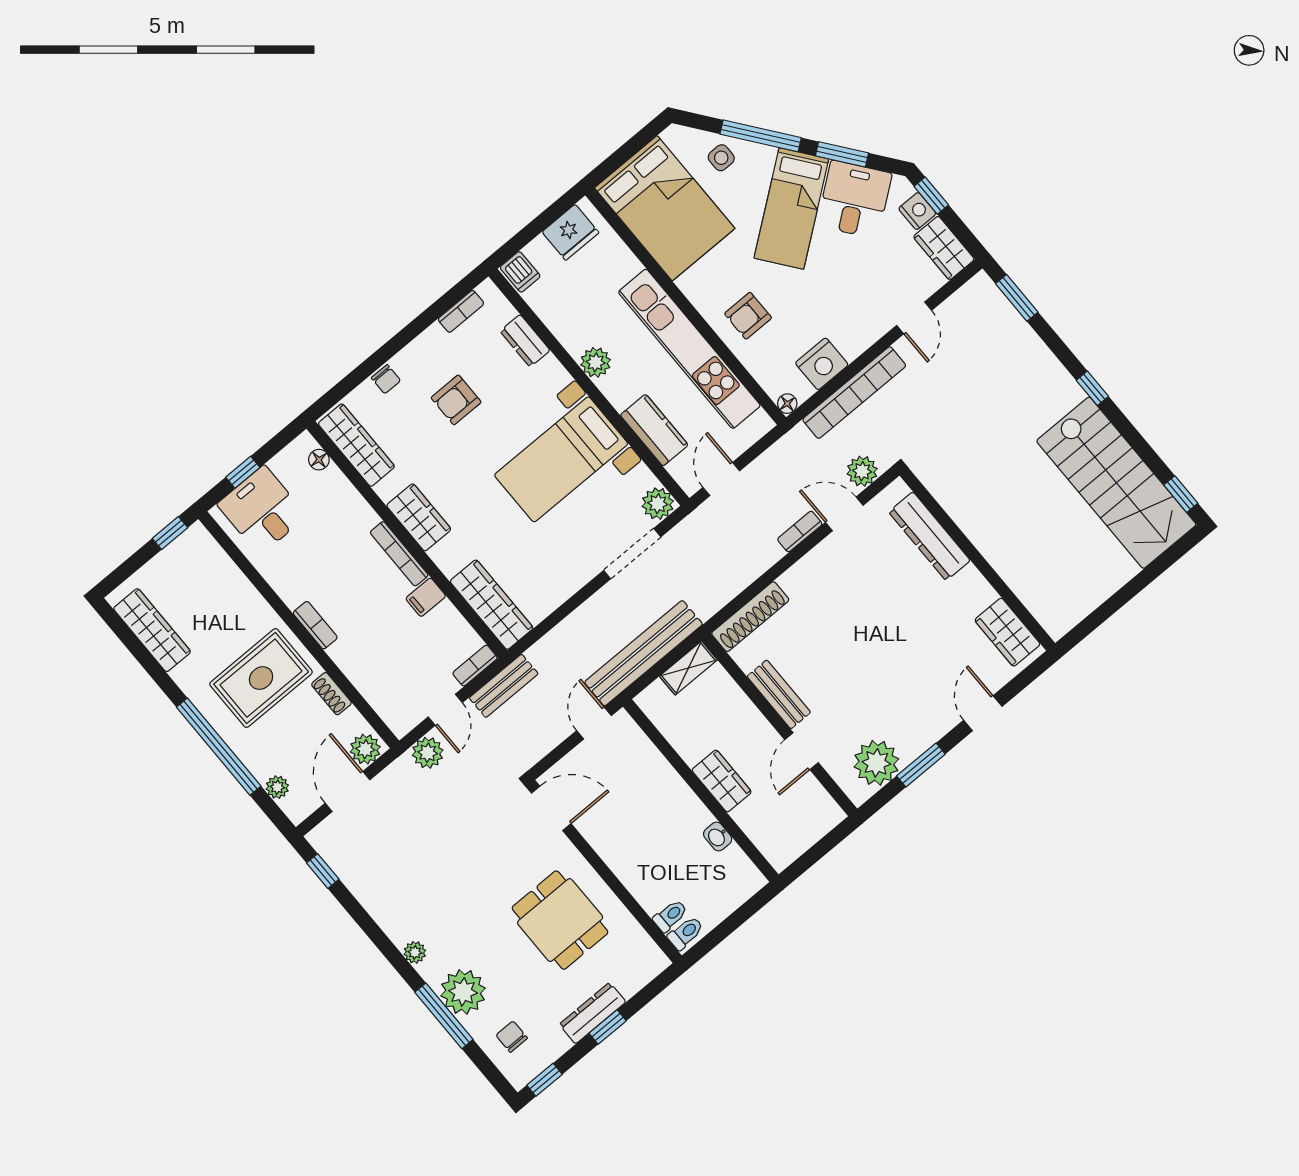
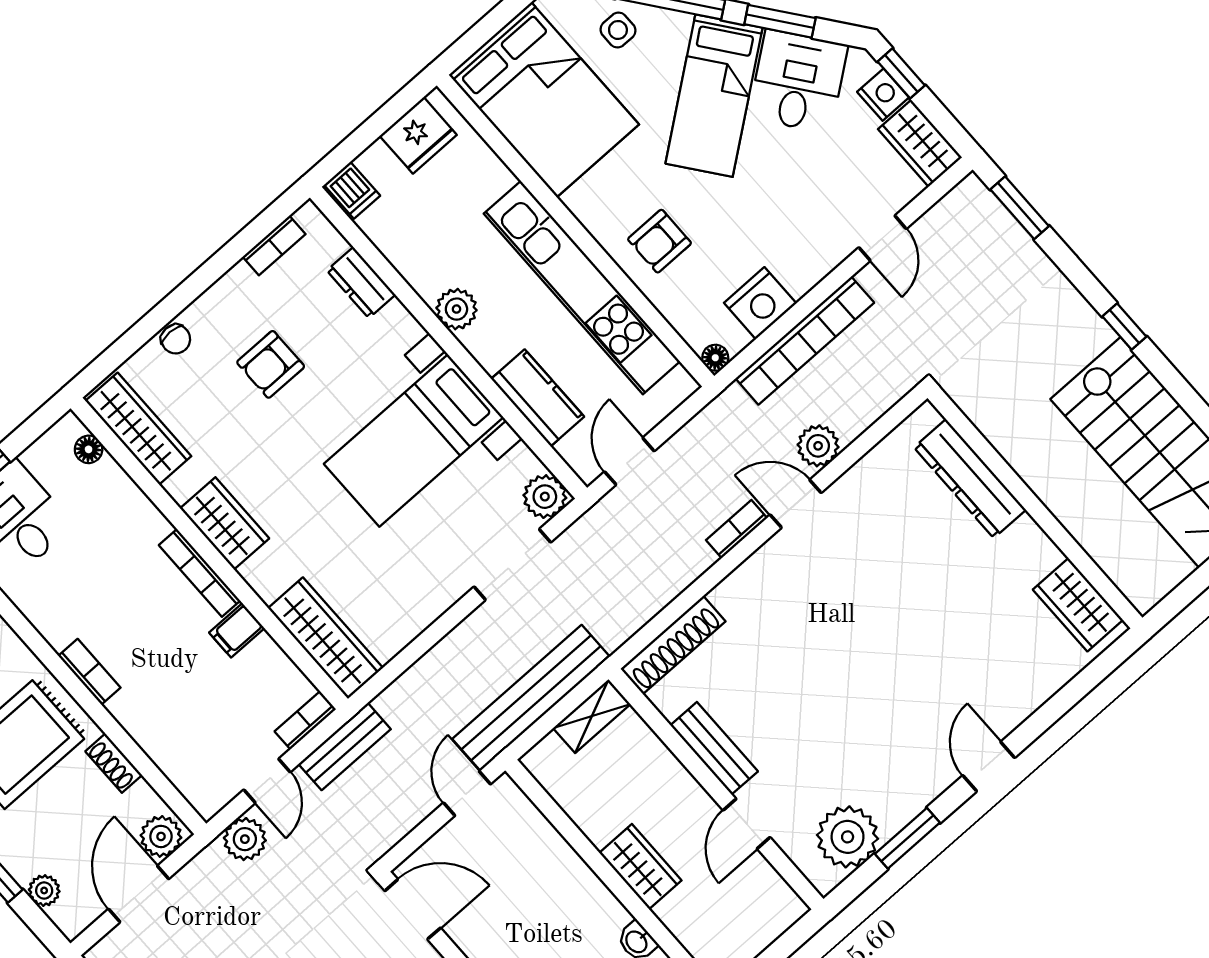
dresser: (929, 536) -> (970, 479), moved
wall: (977, 559) -> (1035, 508), moved
wardrobe: (1007, 632) -> (1078, 605), moved

